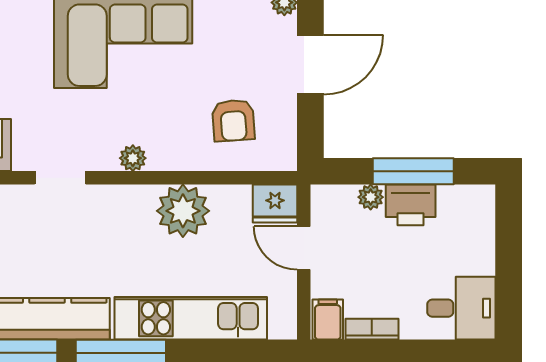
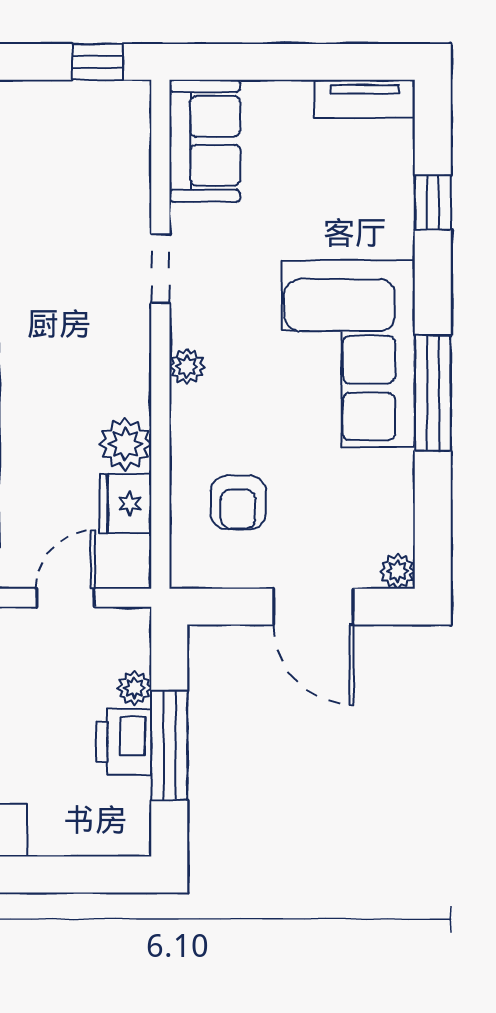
armchair: (233, 120) -> (238, 502), turned -86
fridge: (275, 204) -> (126, 504), moved
plant: (183, 211) -> (125, 444), width x0.73, depth x0.73

